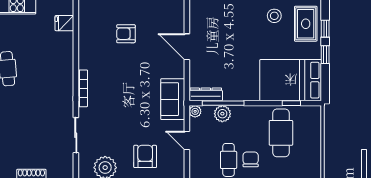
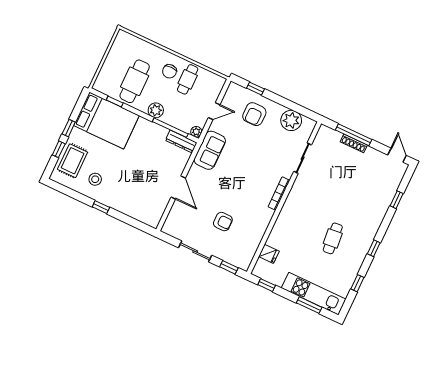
plant: (222, 114) -> (156, 110), moved
door: (187, 141) -> (214, 111), hinge flipped

